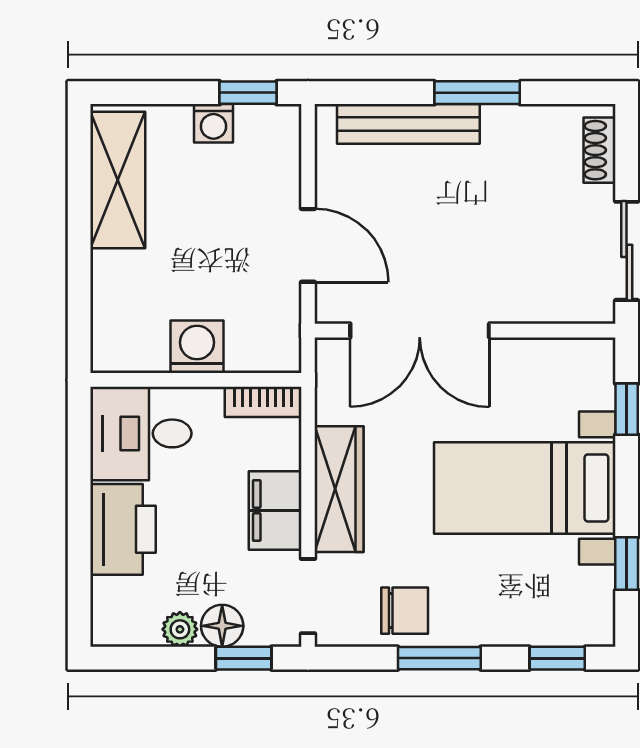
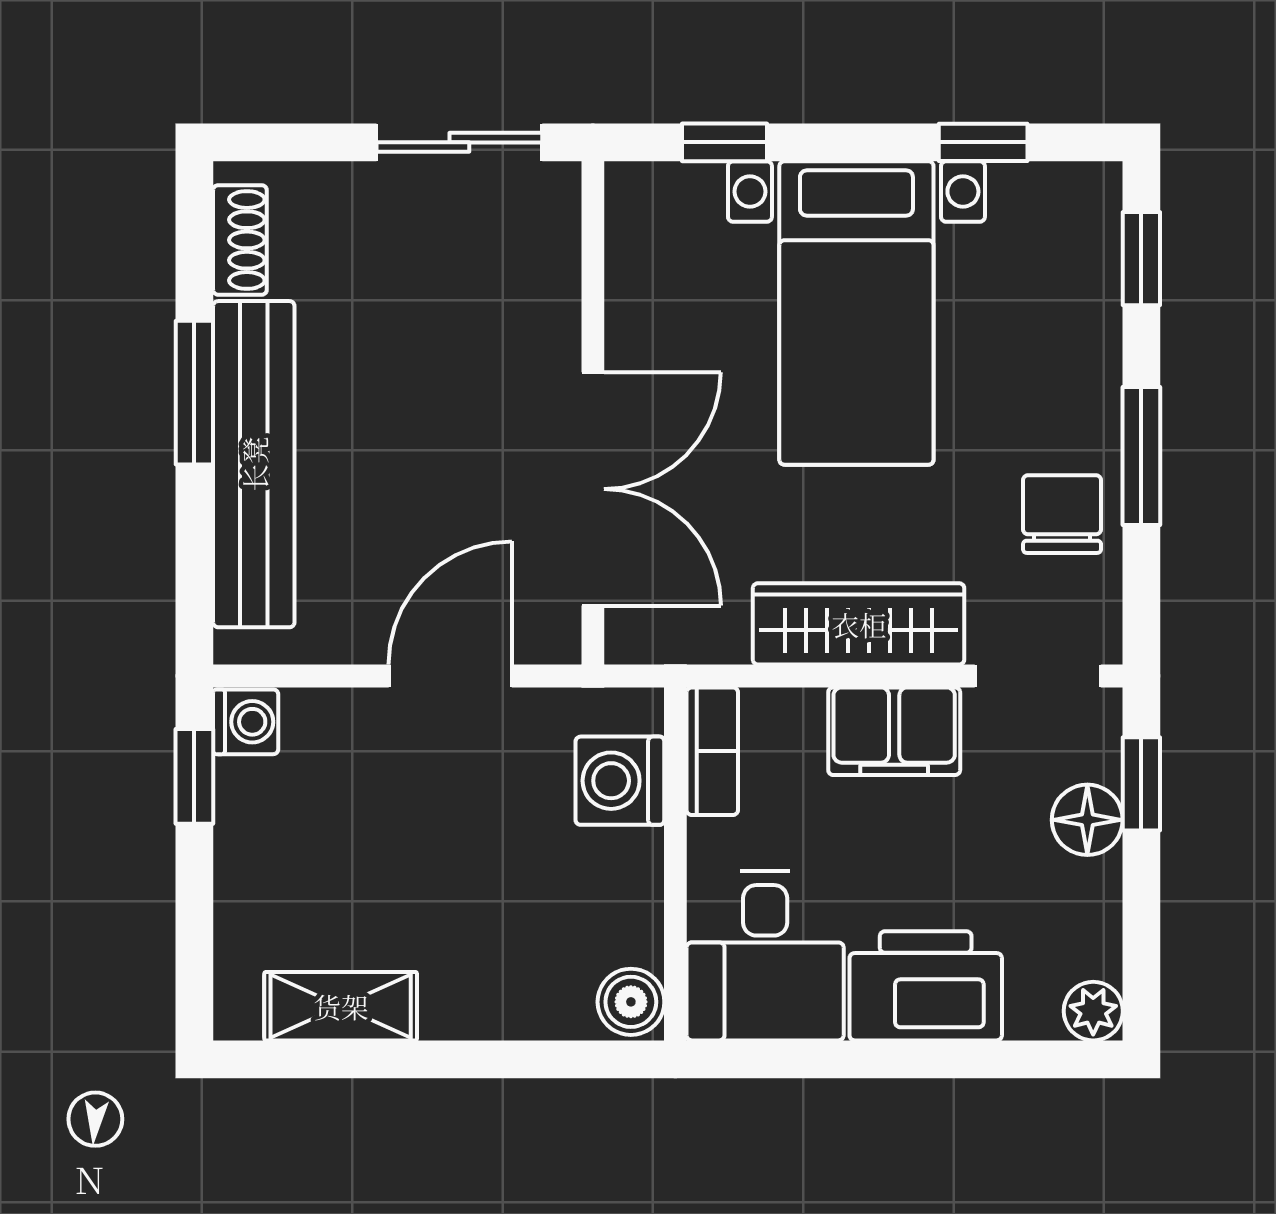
washing machine: (213, 123) -> (246, 722), moved
bench: (408, 124) -> (254, 464), width x1.37, depth x1.21
shoe rack: (599, 150) -> (240, 240), moved, turned -90
shelving: (118, 180) -> (341, 1006), width x0.67, depth x0.75
washing machine: (197, 347) -> (620, 781), moved
boiler: (113, 353) -> (631, 1002), added
plant: (180, 629) -> (1093, 1011), moved

